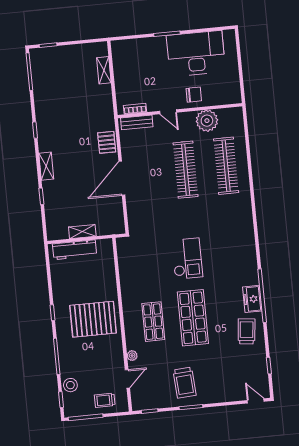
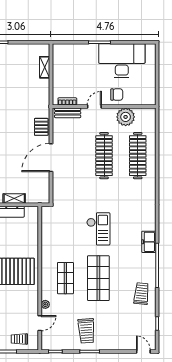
door: (168, 112) -> (94, 107), swing flipped
freezer: (252, 299) -> (149, 242), moved

